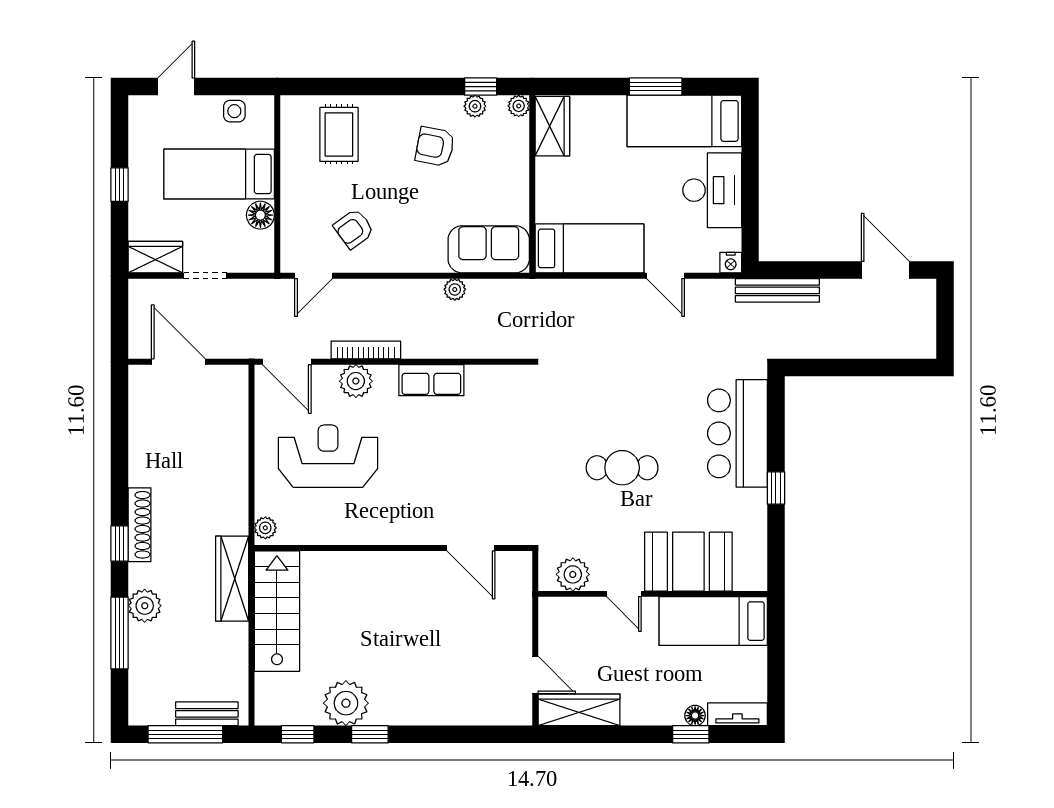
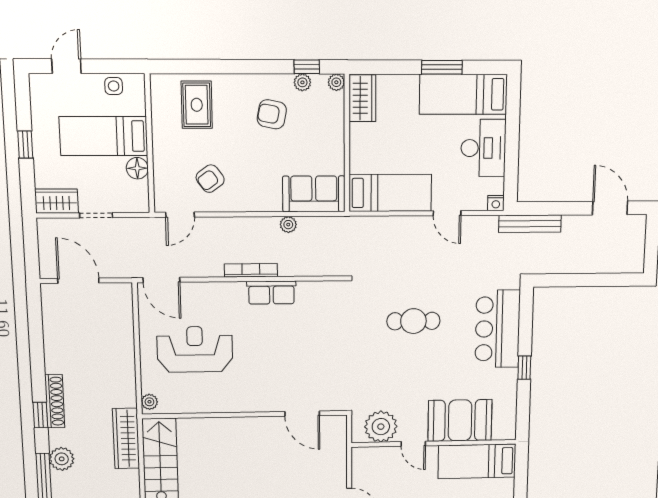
bookcase: (366, 350) -> (251, 270), moved
plant: (356, 381) -> (214, 294), removed
cafe table: (622, 468) -> (413, 321), moved
plant: (573, 574) -> (381, 427), width x1.36, depth x1.36

